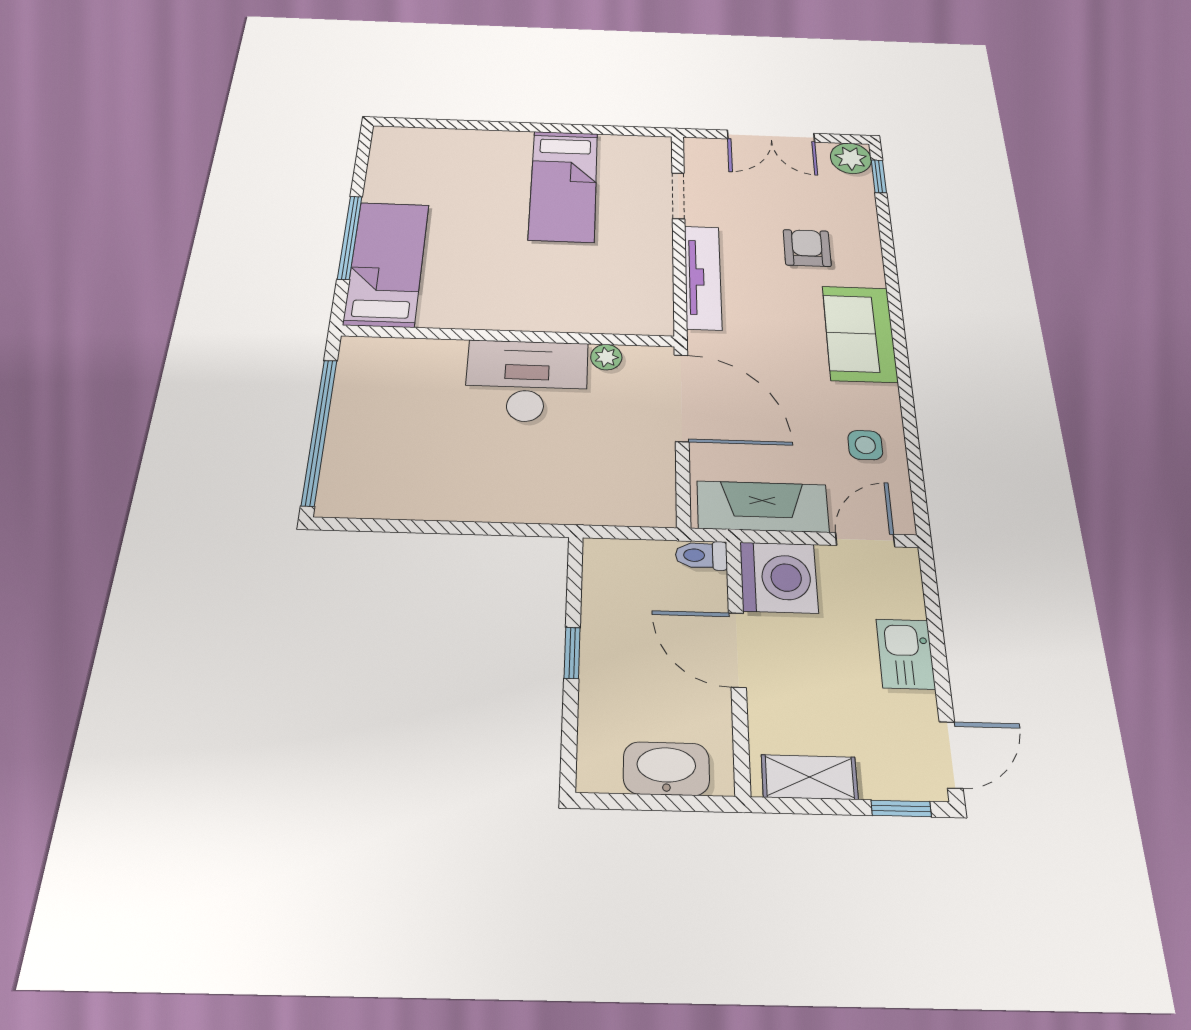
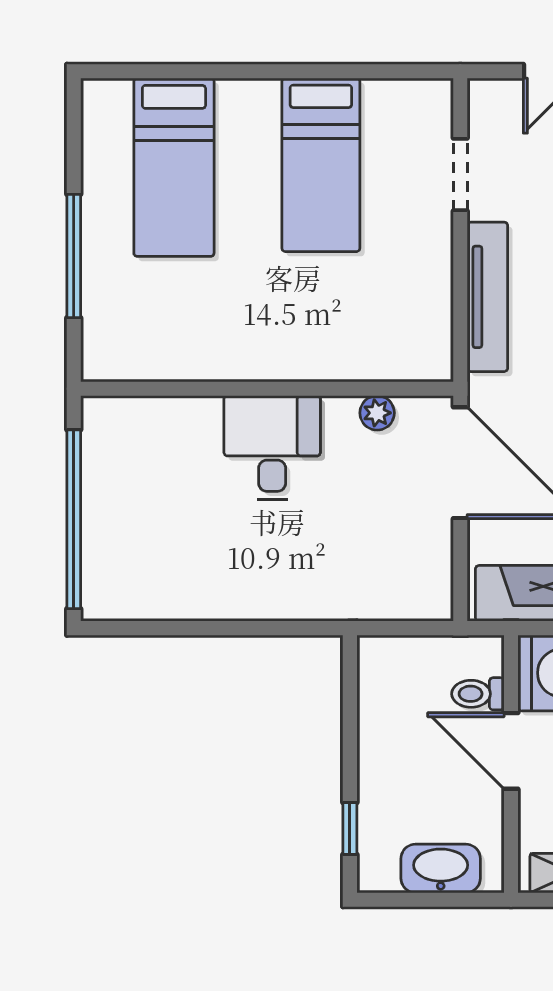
bed: (387, 263) -> (174, 167), moved, turned 180
desk: (526, 381) -> (272, 448), width x0.73
toilet: (701, 555) -> (478, 694), moved
window: (572, 653) -> (350, 829), moved

